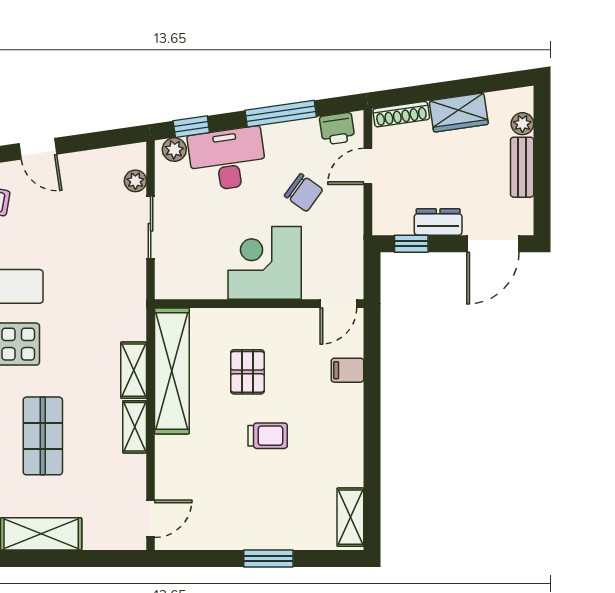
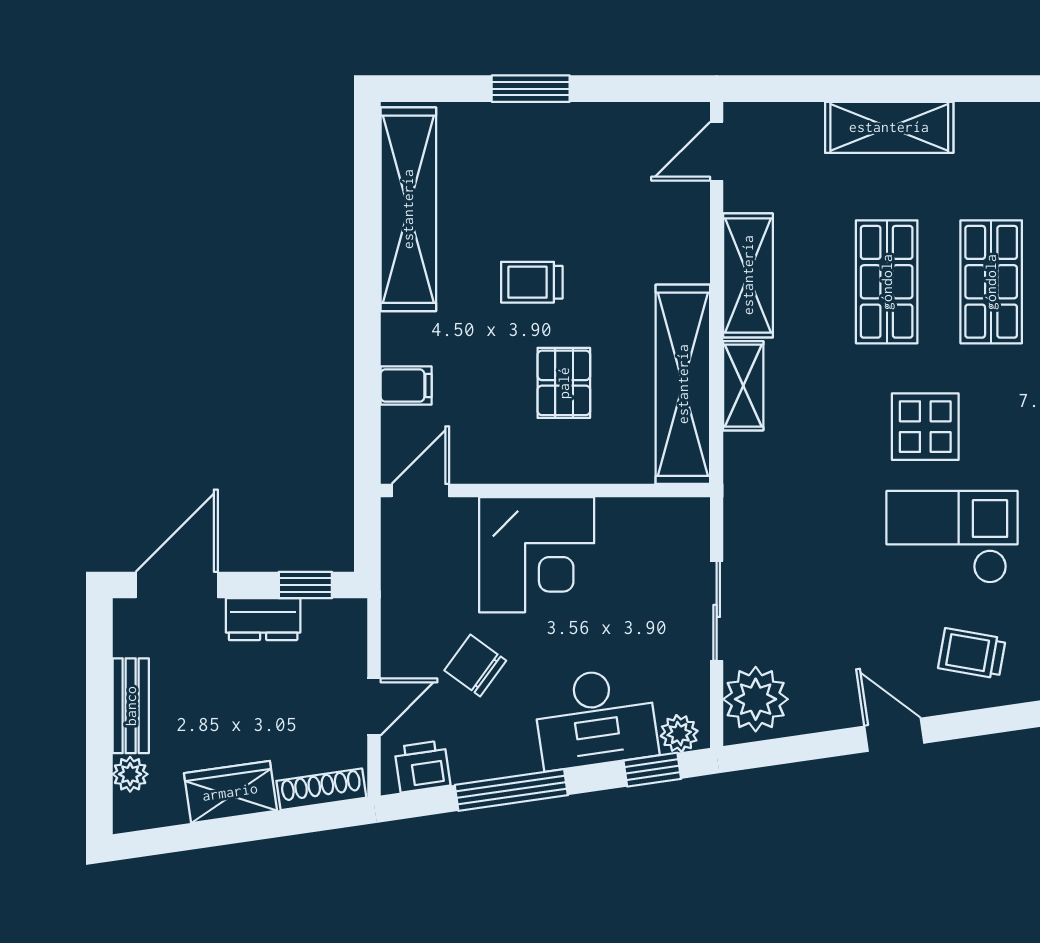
plant: (135, 181) -> (756, 699), width x1.87, depth x1.87
shelving: (135, 427) -> (748, 275), width x1.50, depth x1.33
shelving: (350, 517) -> (408, 209), width x2.20, depth x1.33

